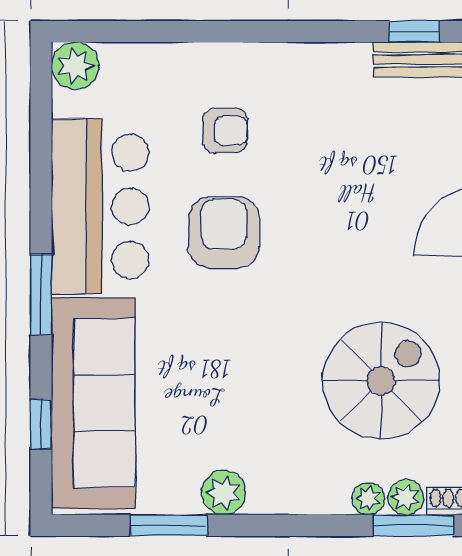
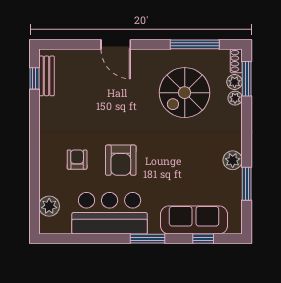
plant: (75, 66) -> (49, 206), moved
armchair: (224, 232) -> (121, 160), turned -90
spiral stairs: (381, 381) -> (185, 93), turned -90
sofa: (93, 403) -> (194, 220), width x0.74, depth x0.79

